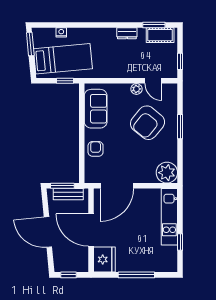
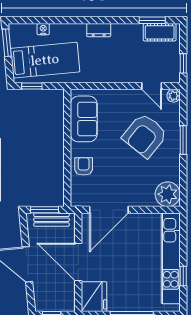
dresser: (127, 33) -> (99, 30), moved
window: (65, 81) -> (32, 86), moved
plant: (136, 89) -> (174, 96), moved
kitchen unit: (169, 217) -> (171, 258), width x1.36

